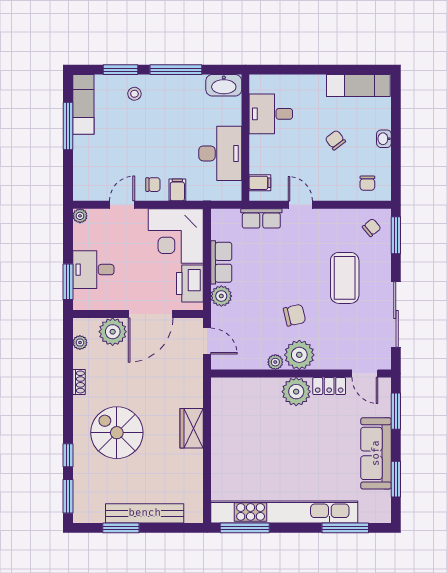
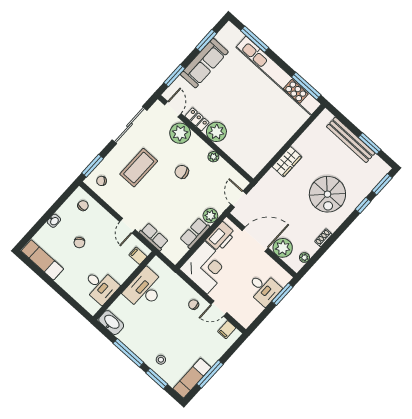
filing cabinet: (177, 190) -> (227, 330), moved
plant: (80, 216) -> (246, 322), removed
plant: (299, 355) -> (180, 133), moved

